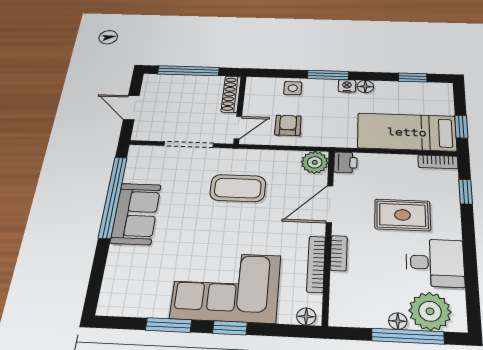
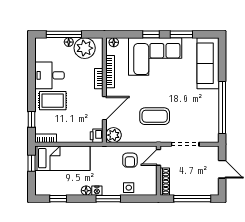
sofa: (136, 214) -> (208, 63), moved, width x1.36
rug: (402, 215) -> (53, 101), moved
plant: (430, 311) -> (85, 48), moved

